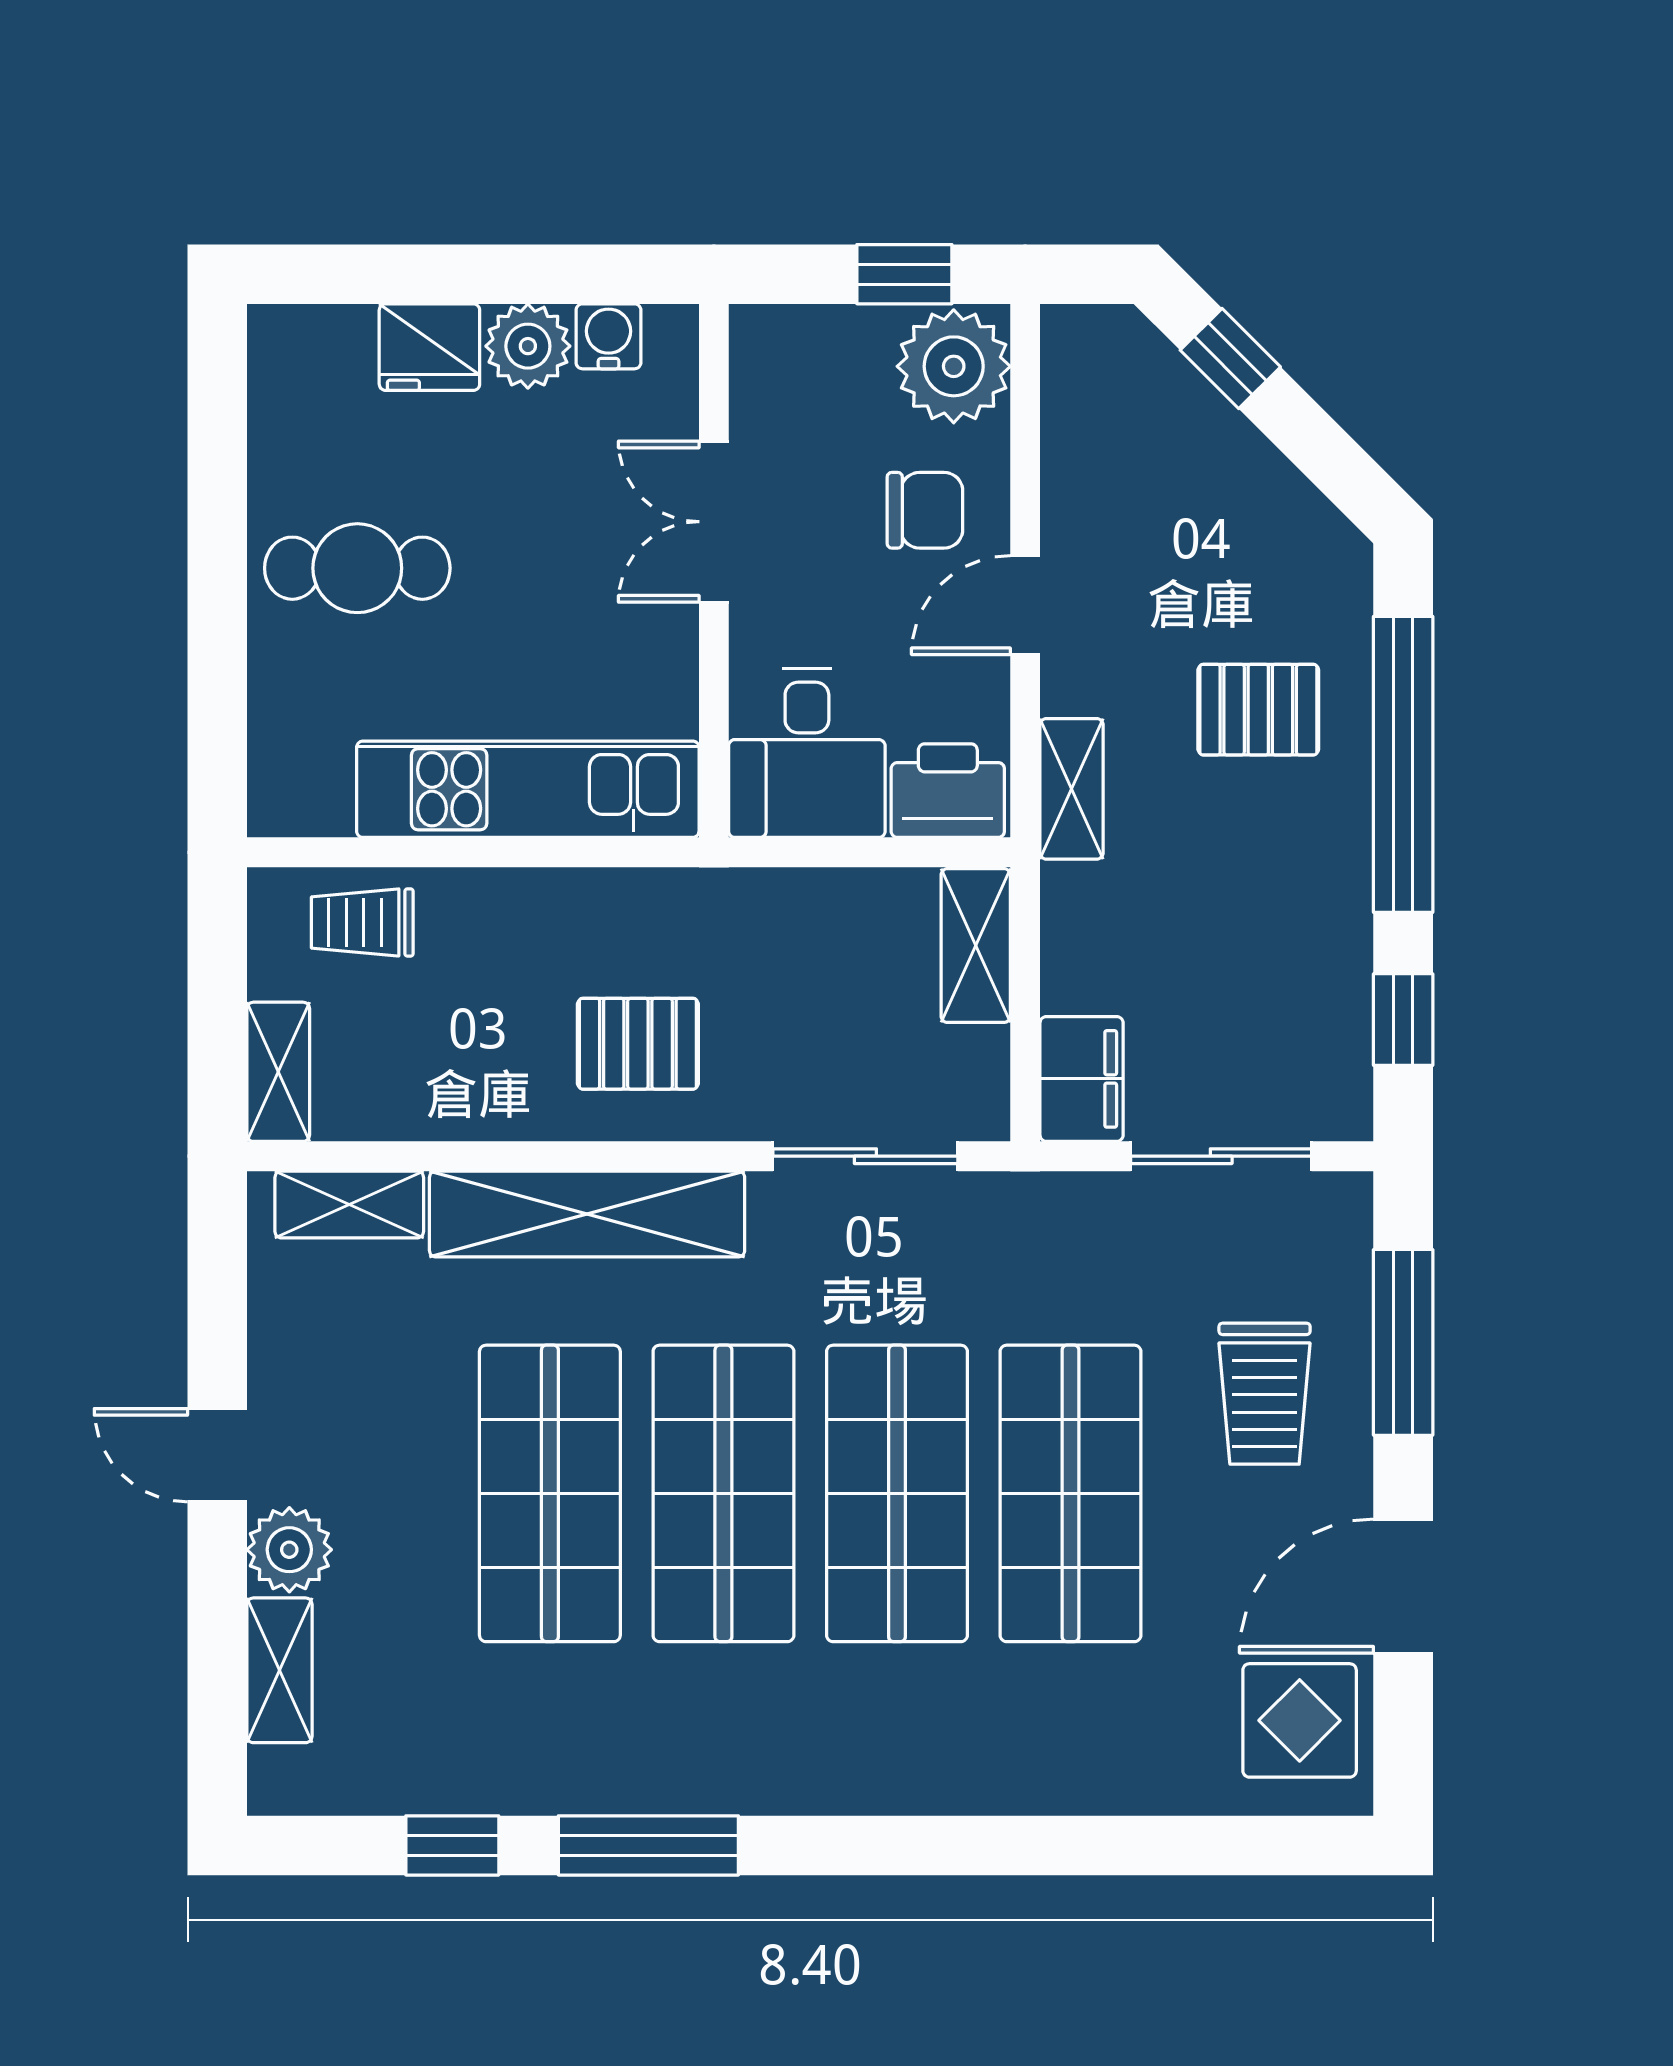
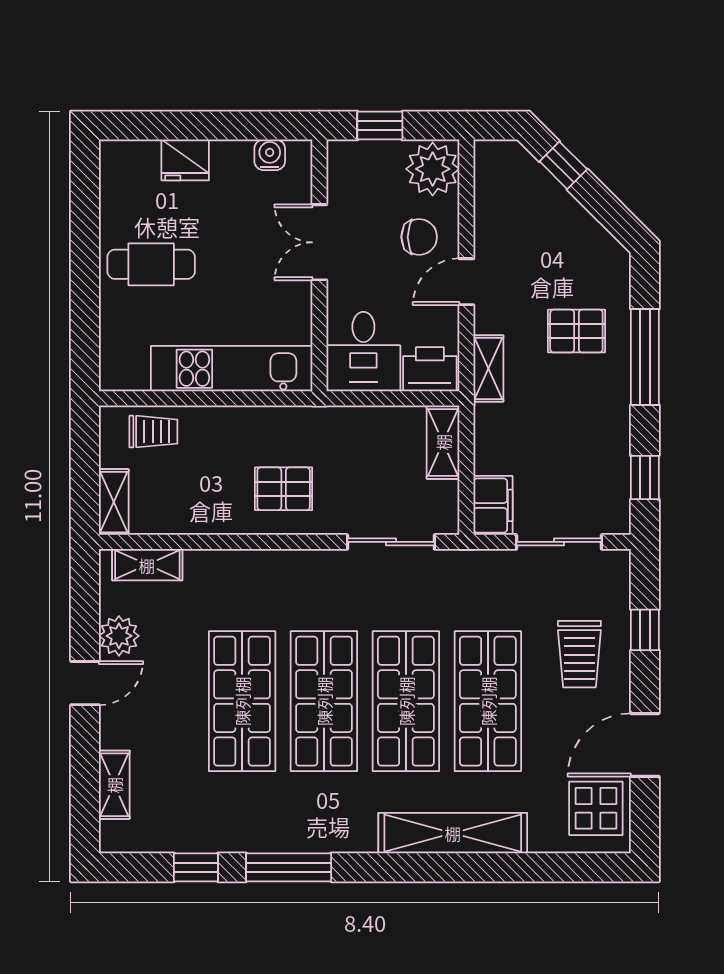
window: (904, 274) -> (380, 126), moved
plant: (528, 346) -> (232, 159), removed
window: (1403, 764) -> (645, 357), width x0.68
trolley: (362, 922) -> (153, 432), turned 180
shelving: (587, 1214) -> (453, 833), moved
window: (1403, 1342) -> (645, 630), width x0.46
door: (217, 1455) -> (85, 683), swing flipped
plant: (289, 1550) -> (119, 636), moved

